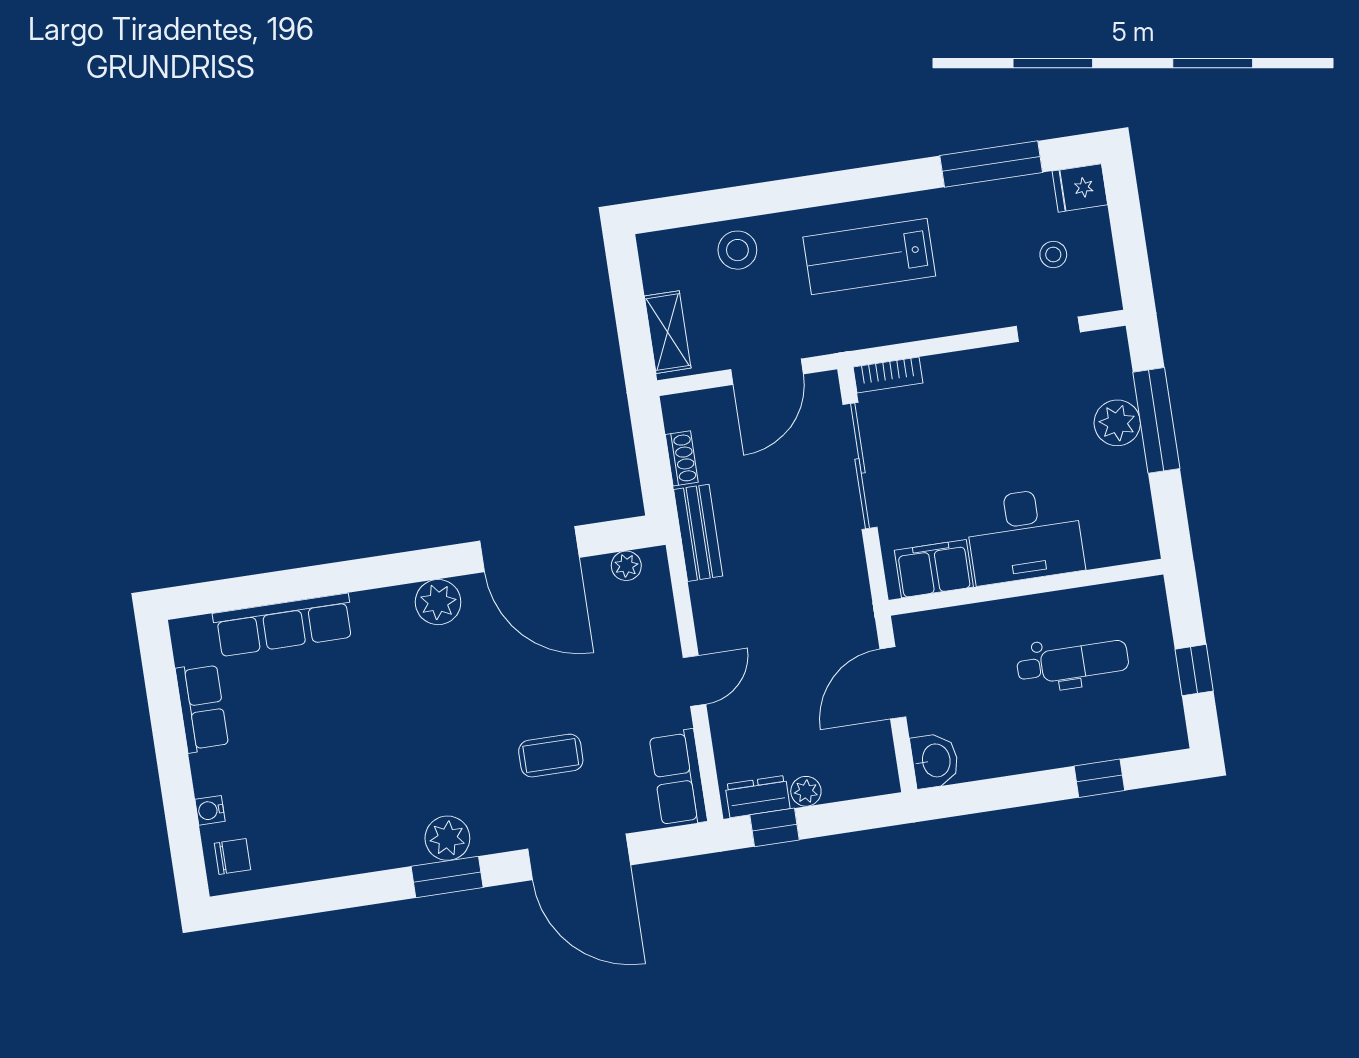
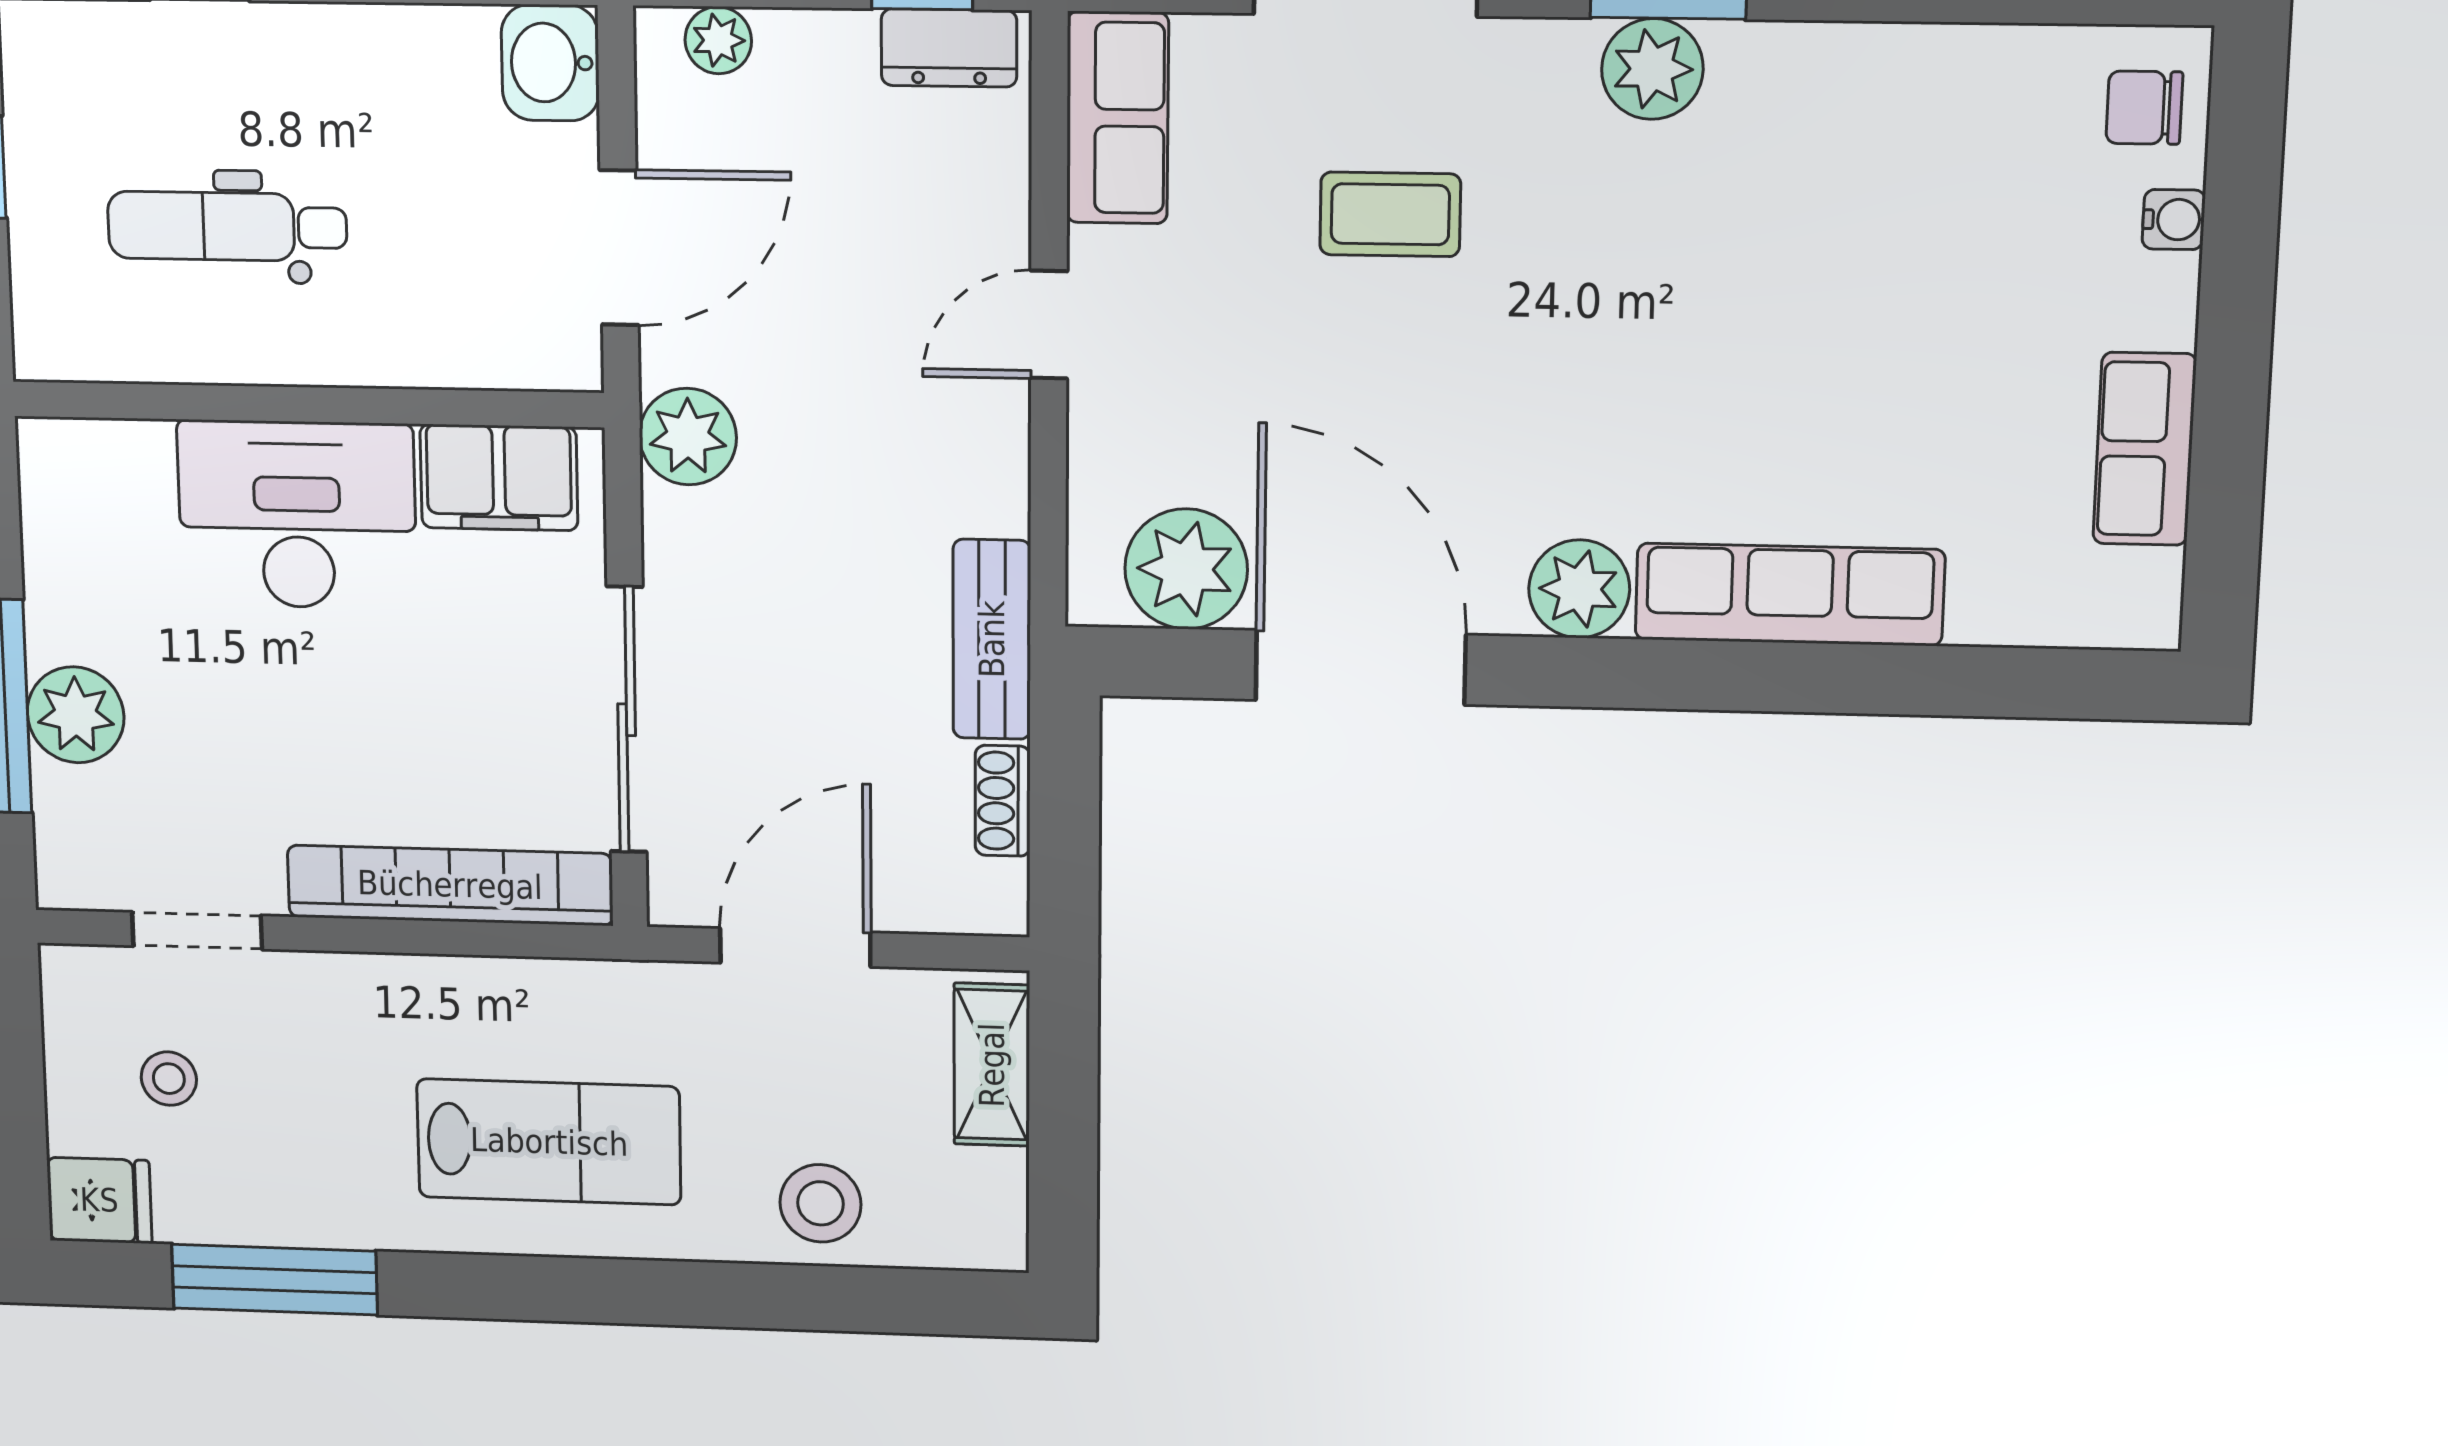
bookcase: (888, 375) -> (450, 885), width x2.31, depth x1.31
plant: (626, 566) -> (1186, 569), width x1.88, depth x1.88
plant: (850, 602) -> (688, 437), added
row of seats: (283, 625) -> (1790, 594), moved
plant: (806, 791) -> (718, 40), moved

